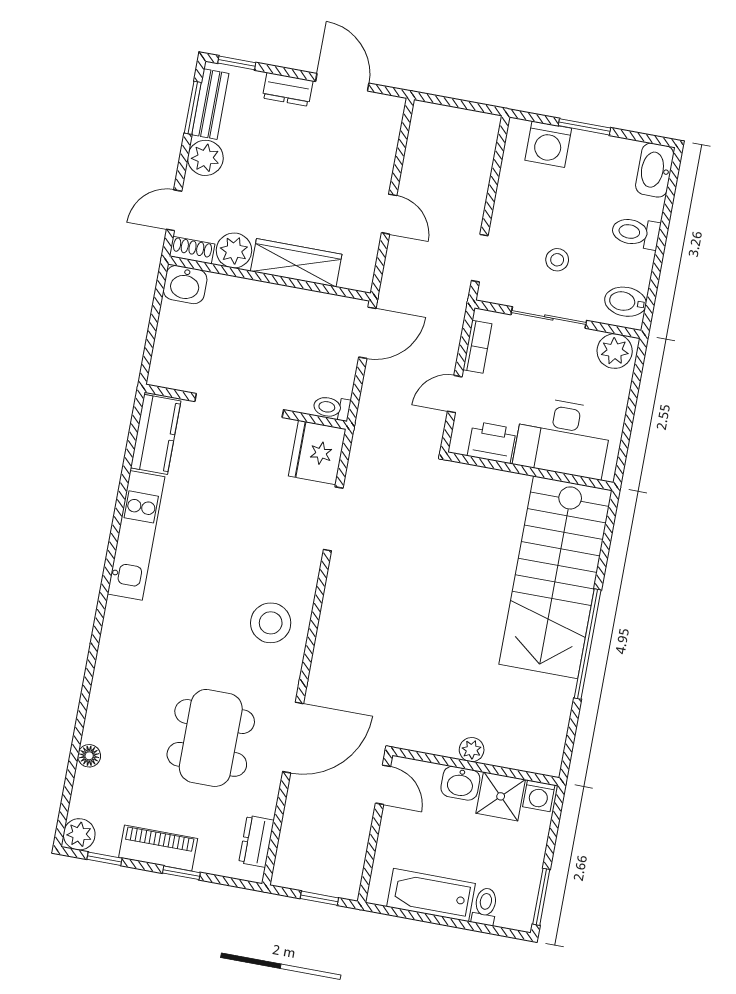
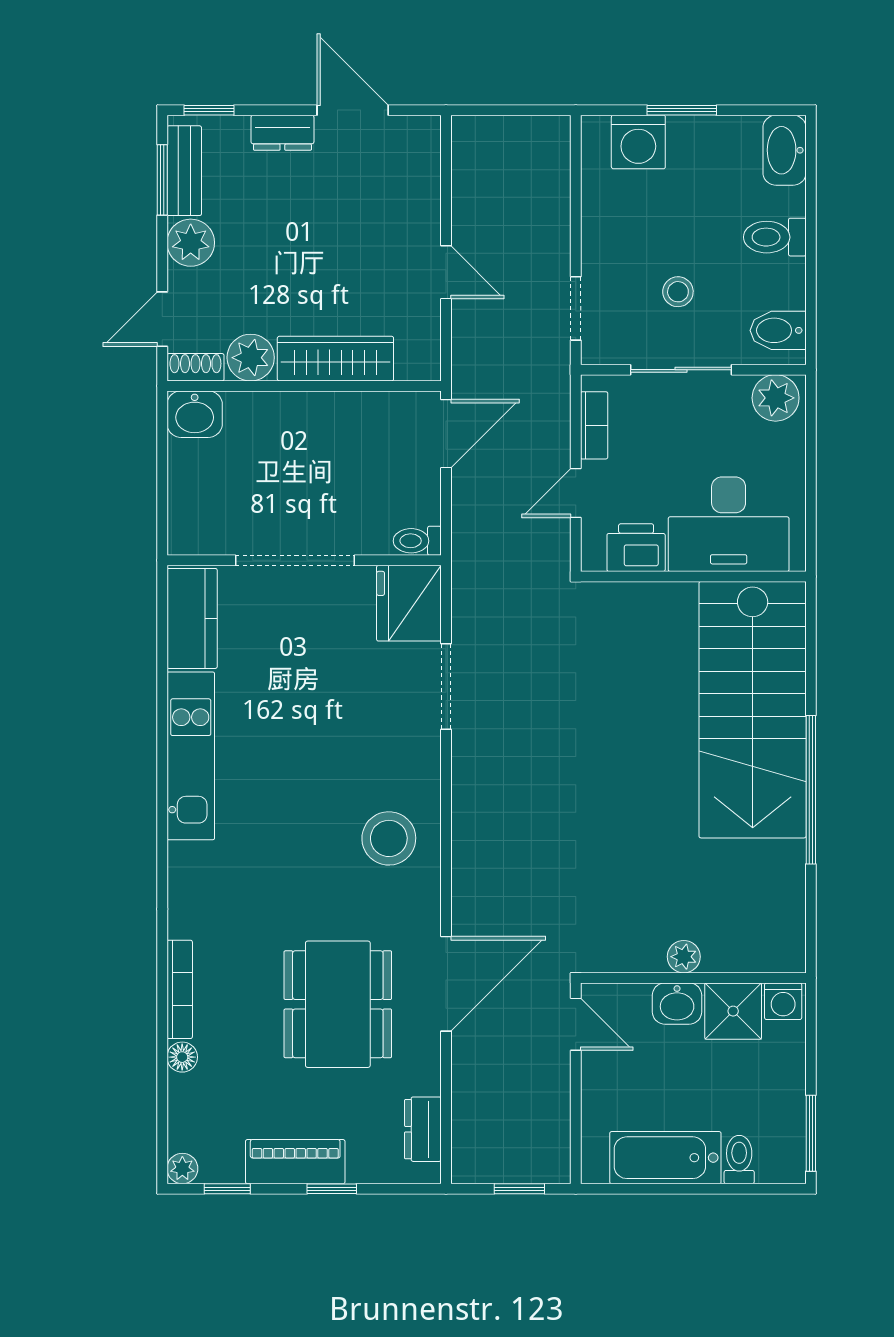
bookcase: (96, 706) -> (180, 989), added
plant: (79, 834) -> (182, 1169), width x0.73, depth x0.73

